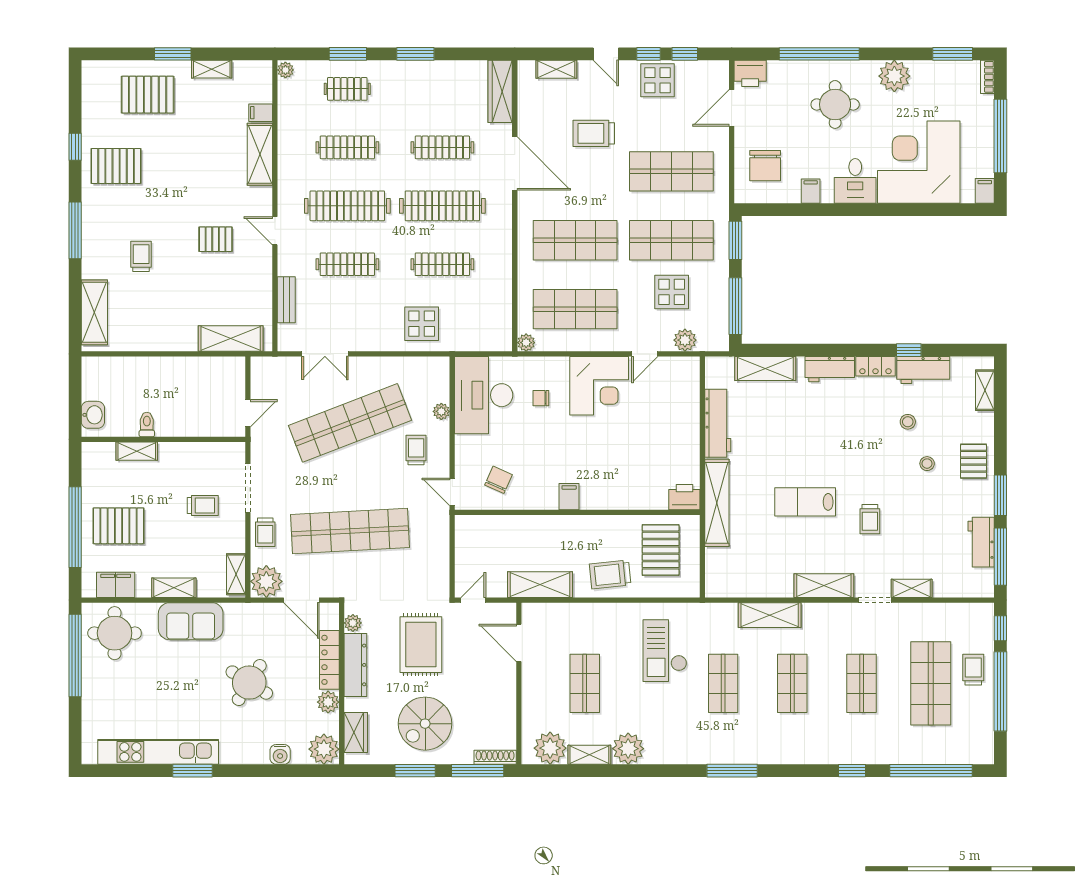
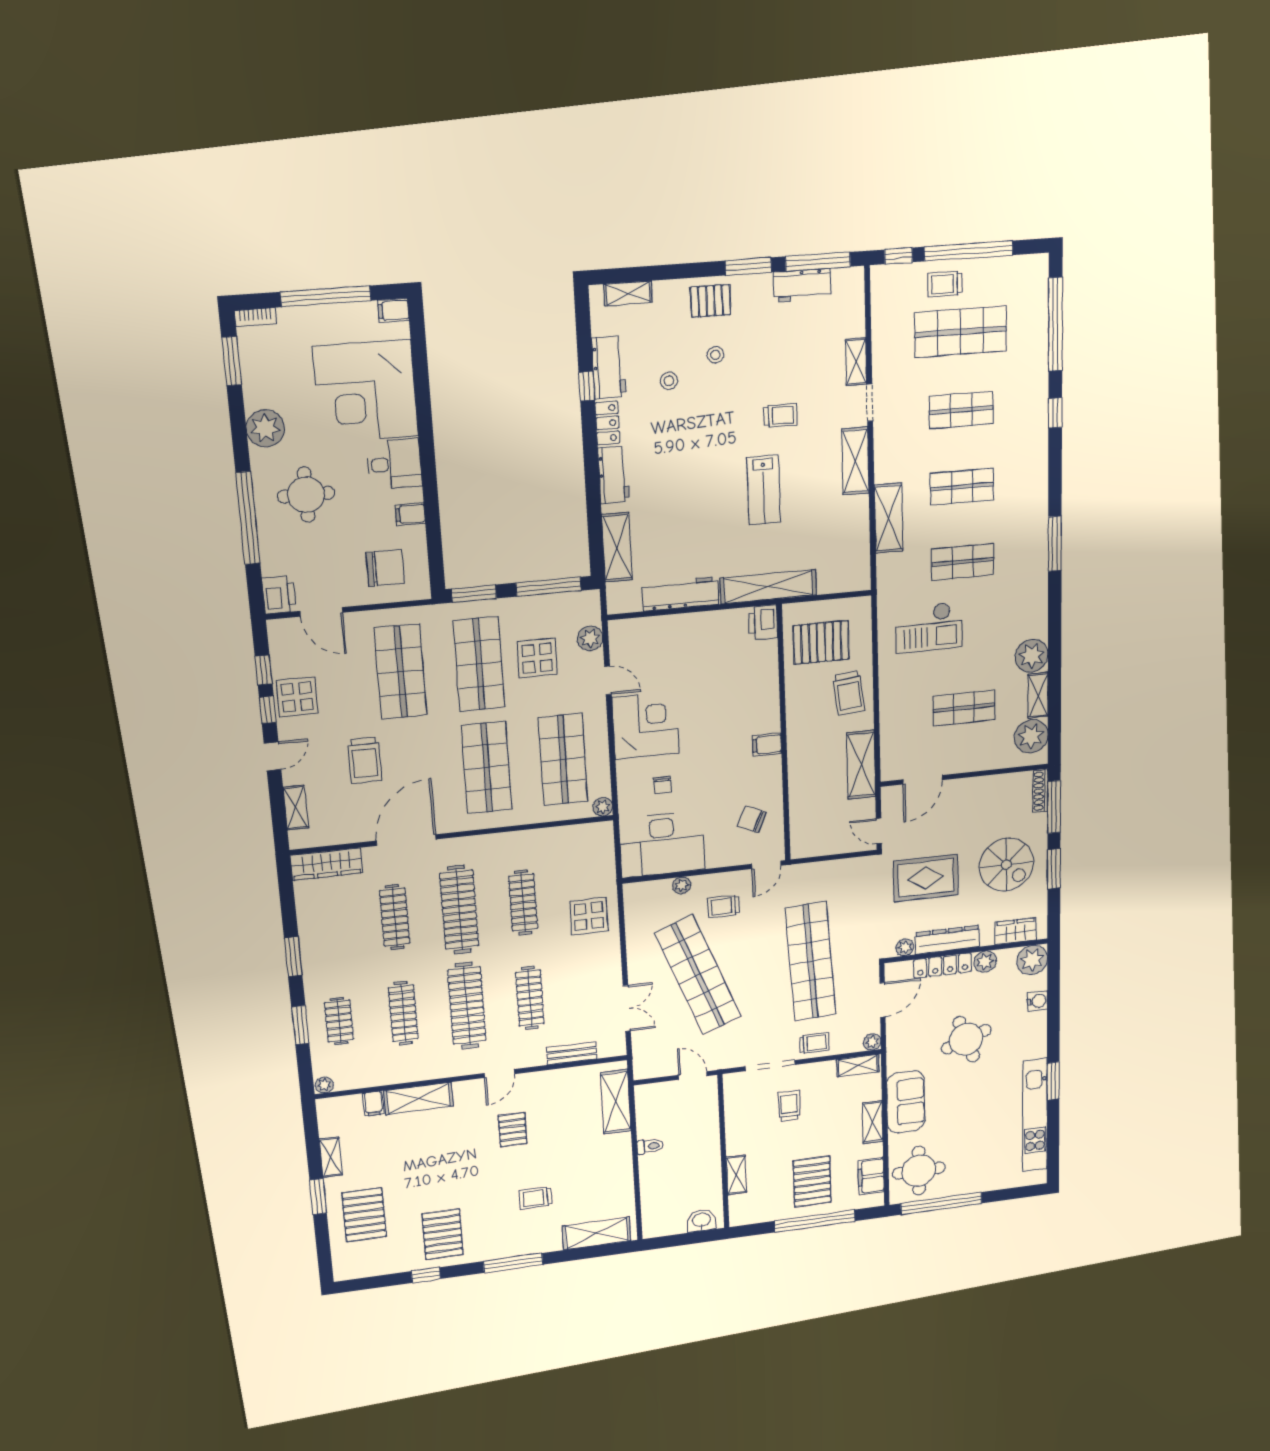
toilet: (147, 425) -> (650, 1146), moved, turned 180
plant: (266, 581) -> (872, 1042), width x0.53, depth x0.53
round table: (249, 683) -> (966, 1039), turned 38

